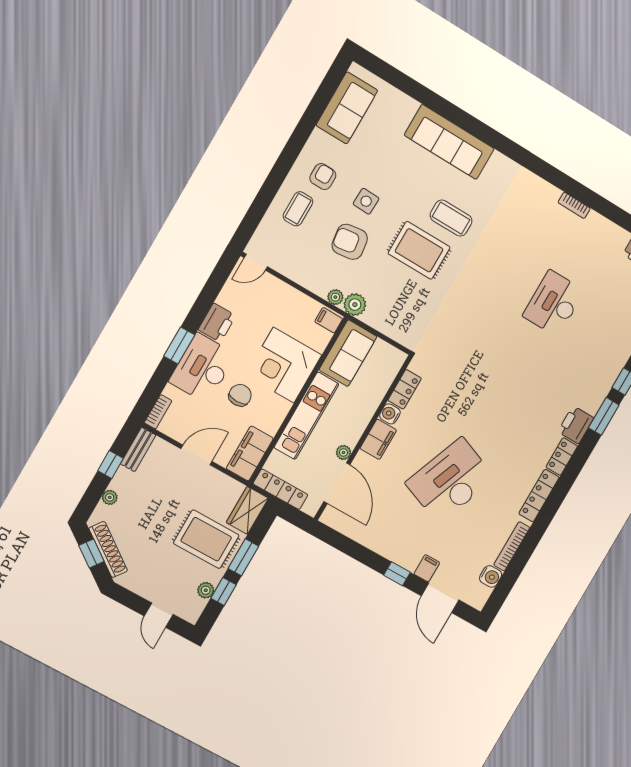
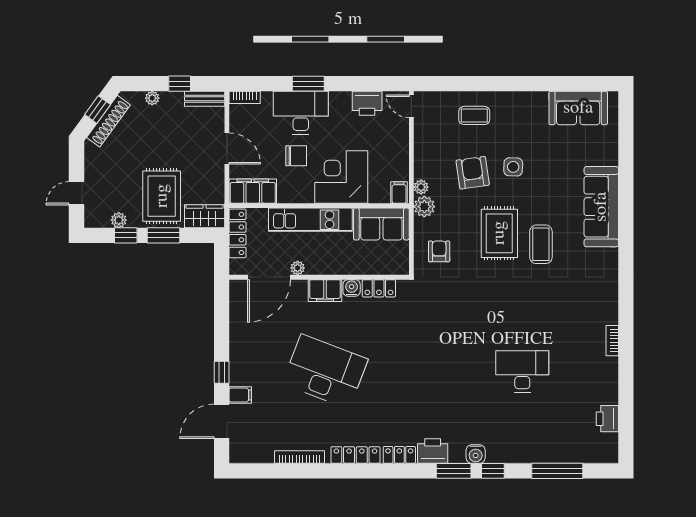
armchair: (323, 177) -> (439, 251), moved, turned -90
printer: (217, 323) -> (367, 103), moved
water cooler: (491, 576) -> (476, 454), moved

